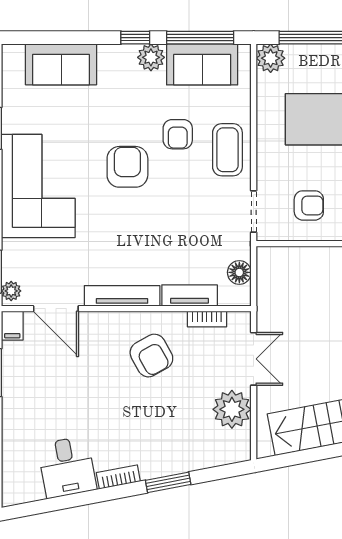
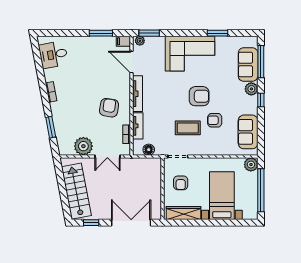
window: (200, 38) -> (261, 62), moved
plant: (151, 57) -> (251, 89), moved
coffee table: (227, 150) -> (188, 128), moved
door: (56, 309) -> (131, 62), hinge flipped
armchair: (151, 356) -> (109, 108), turned 128
desk: (67, 467) -> (53, 55), moved
window: (168, 482) -> (51, 127), moved

